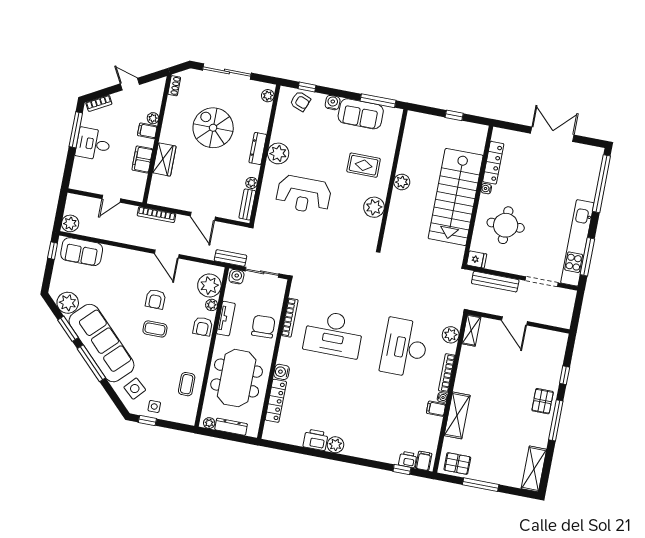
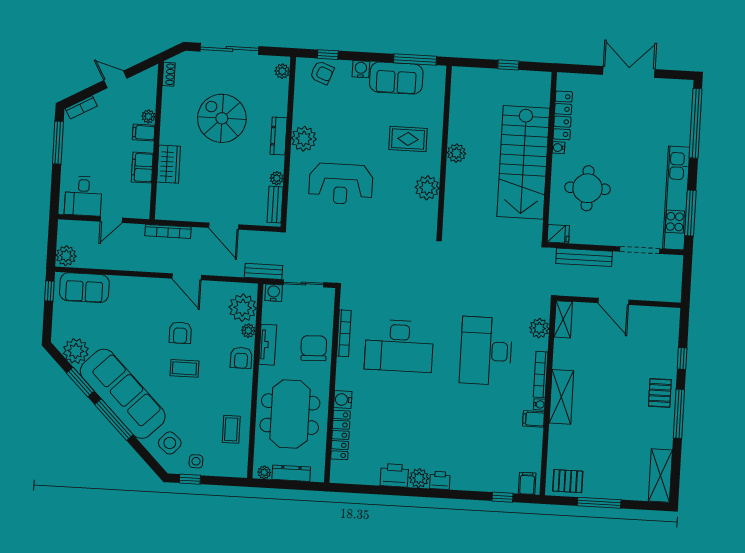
desk: (93, 144) -> (83, 196), moved, turned -90
shelving: (457, 415) -> (561, 397), moved
printer: (408, 459) -> (440, 480), moved

